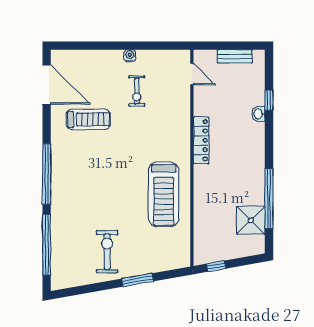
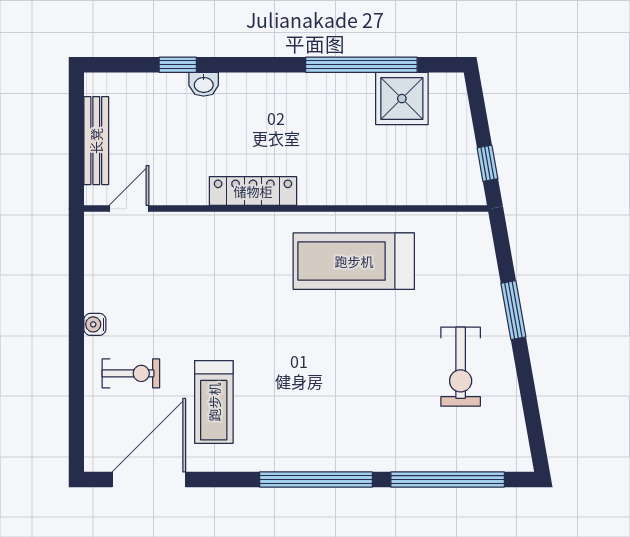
bench: (235, 56) -> (96, 141), width x1.36
exercise bike: (137, 91) -> (131, 373), moved
treadmill: (88, 119) -> (214, 402), turned 180
treadmill: (164, 194) -> (354, 261), turned 180
exercise bike: (107, 252) -> (461, 367), turned -90

